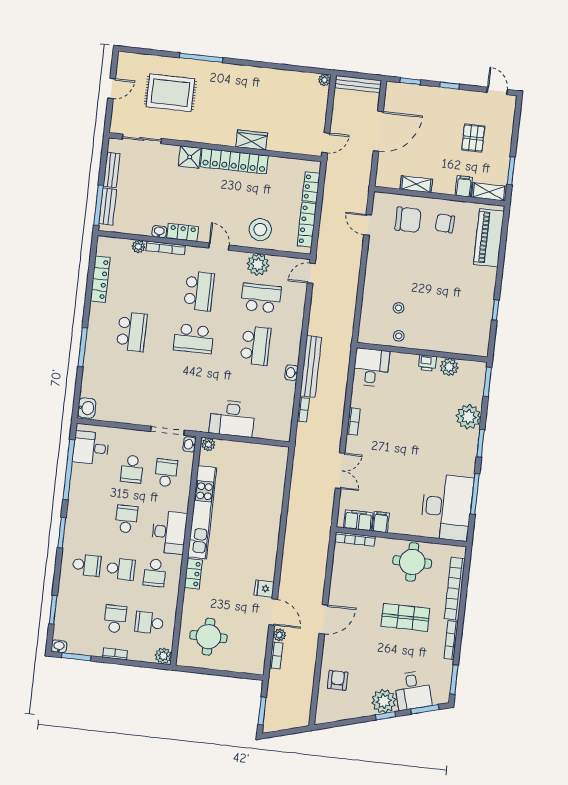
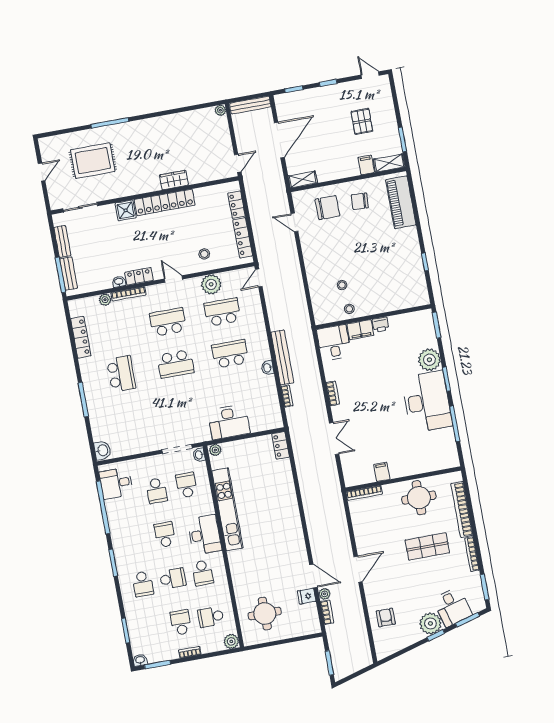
shelving: (416, 184) -> (303, 179), moved
stool: (260, 230) -> (204, 254), width x0.53, depth x0.53
school desk: (199, 291) -> (168, 322), turned -90
school desk: (256, 346) -> (230, 354), turned -90
plant: (449, 367) -> (400, 322), removed
desk: (447, 507) -> (427, 402), moved
filing cabinet: (358, 520) -> (360, 330), moved, turned 180
school desk: (87, 565) -> (143, 584), turned 90
locker: (193, 574) -> (281, 445), moved, turned 180
fridge: (264, 589) -> (307, 596), moved

